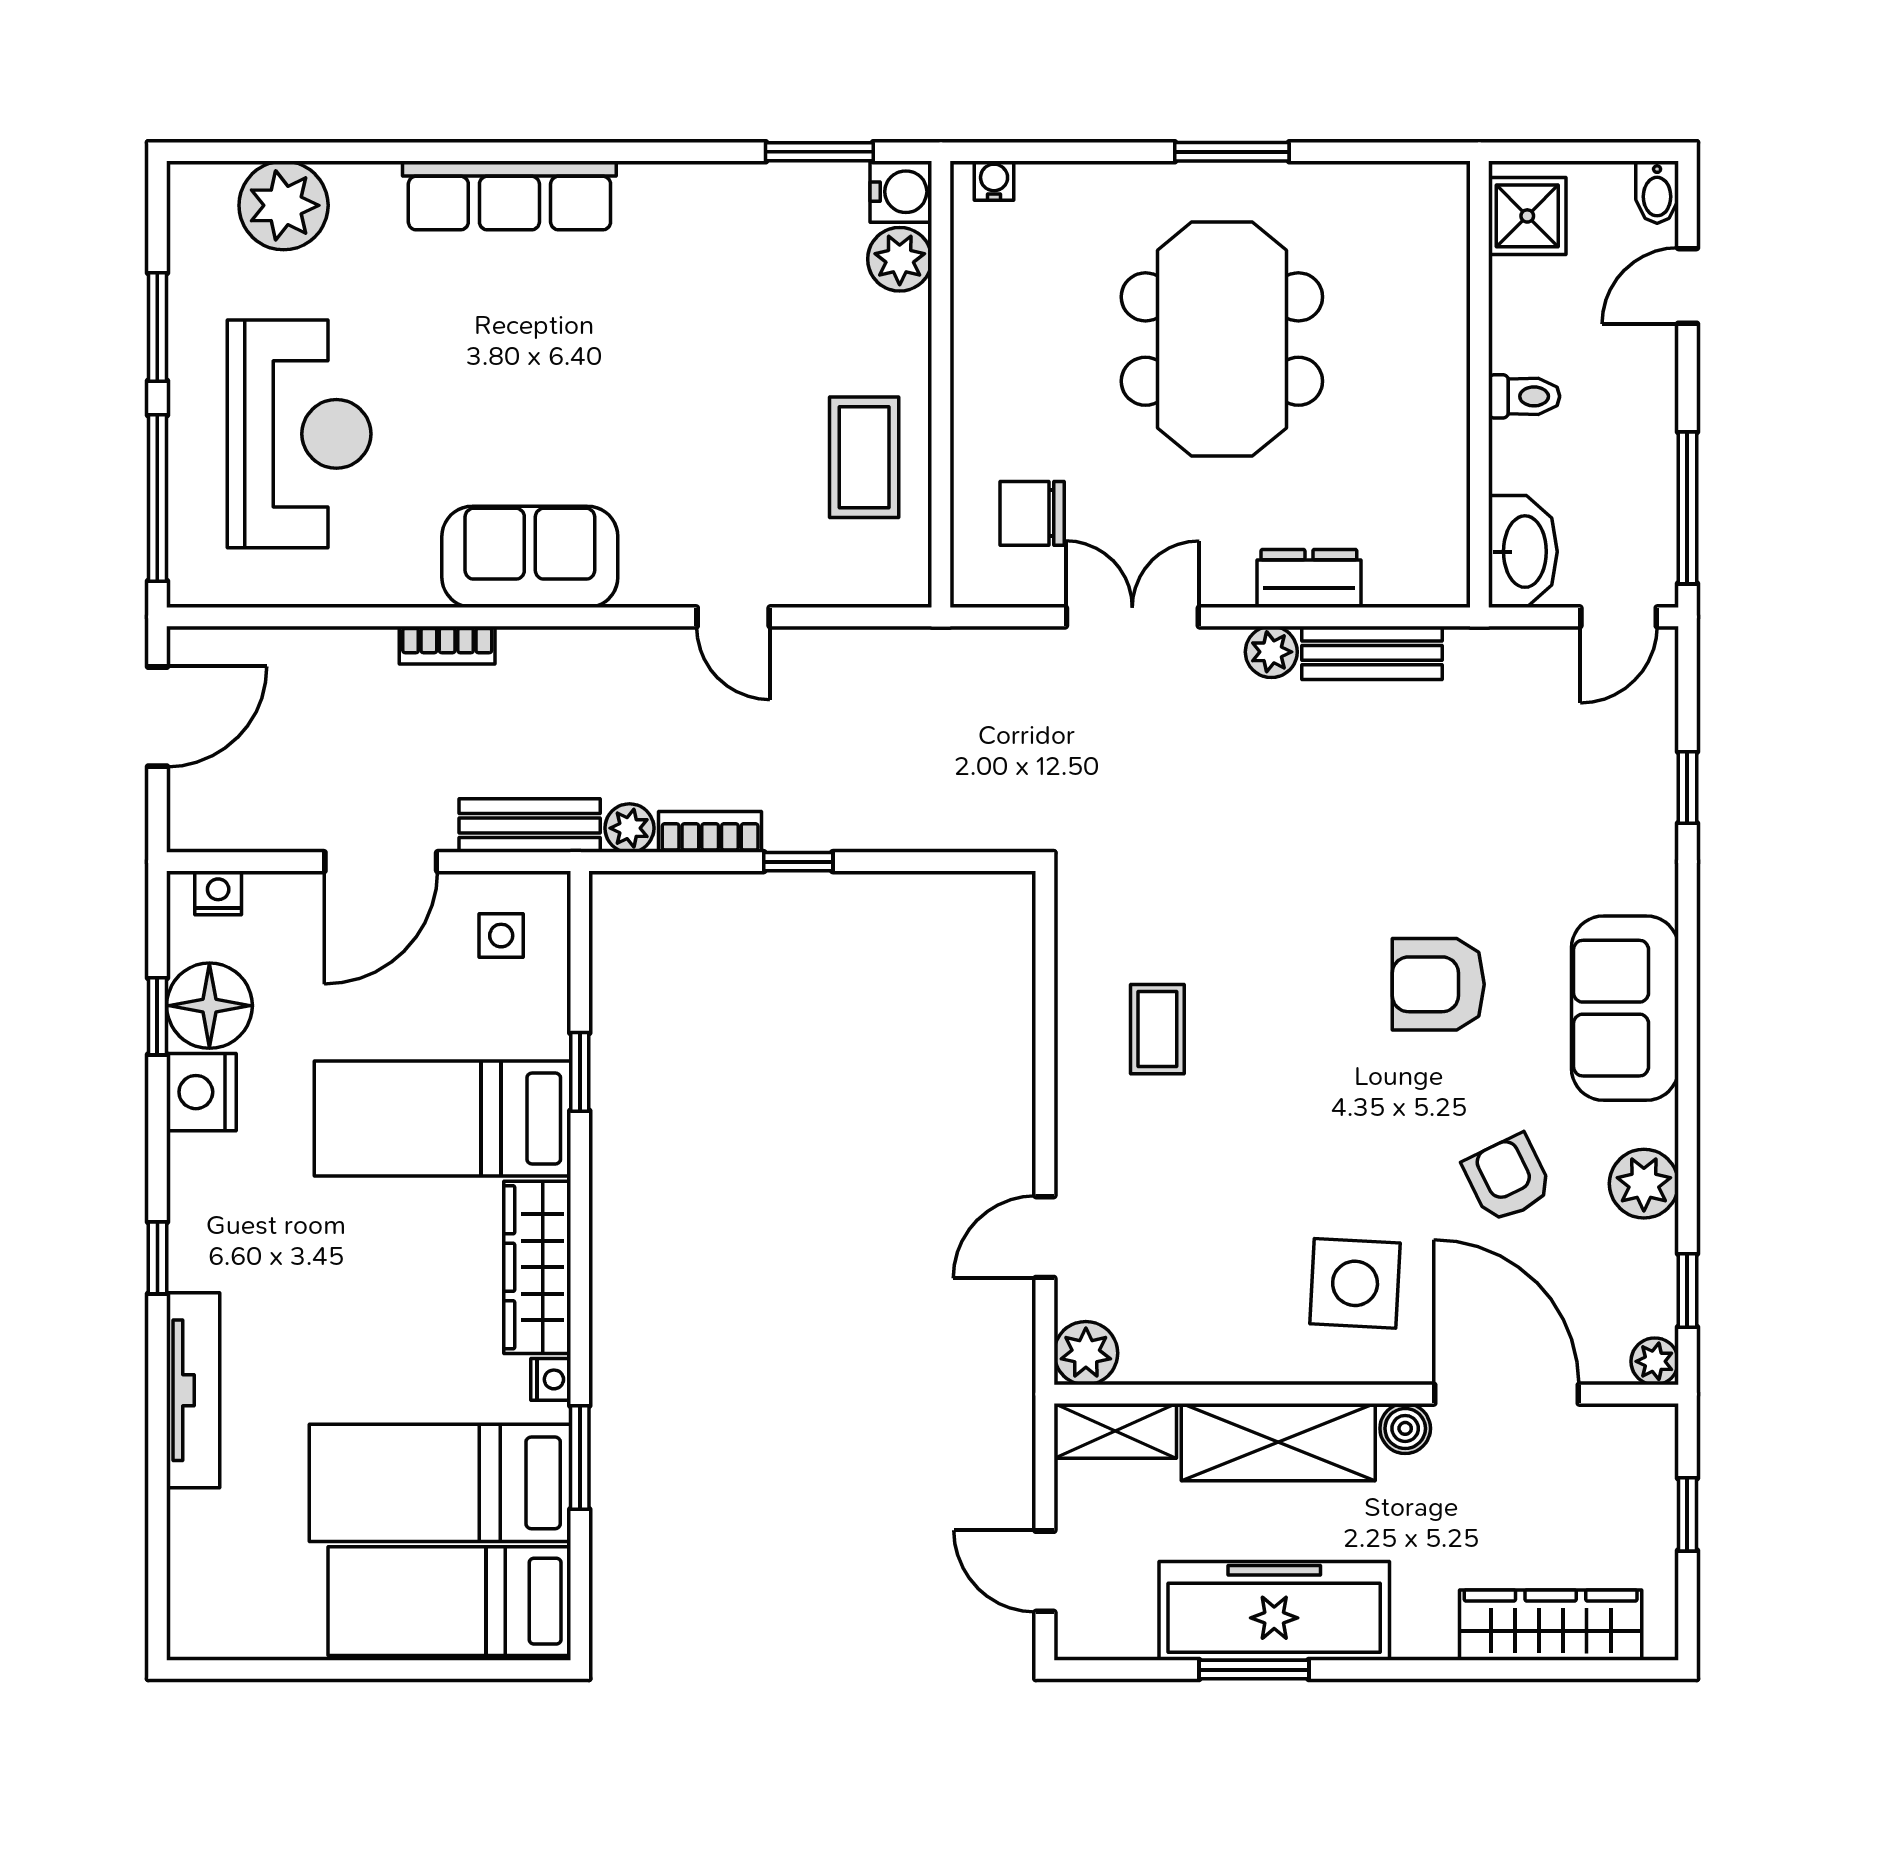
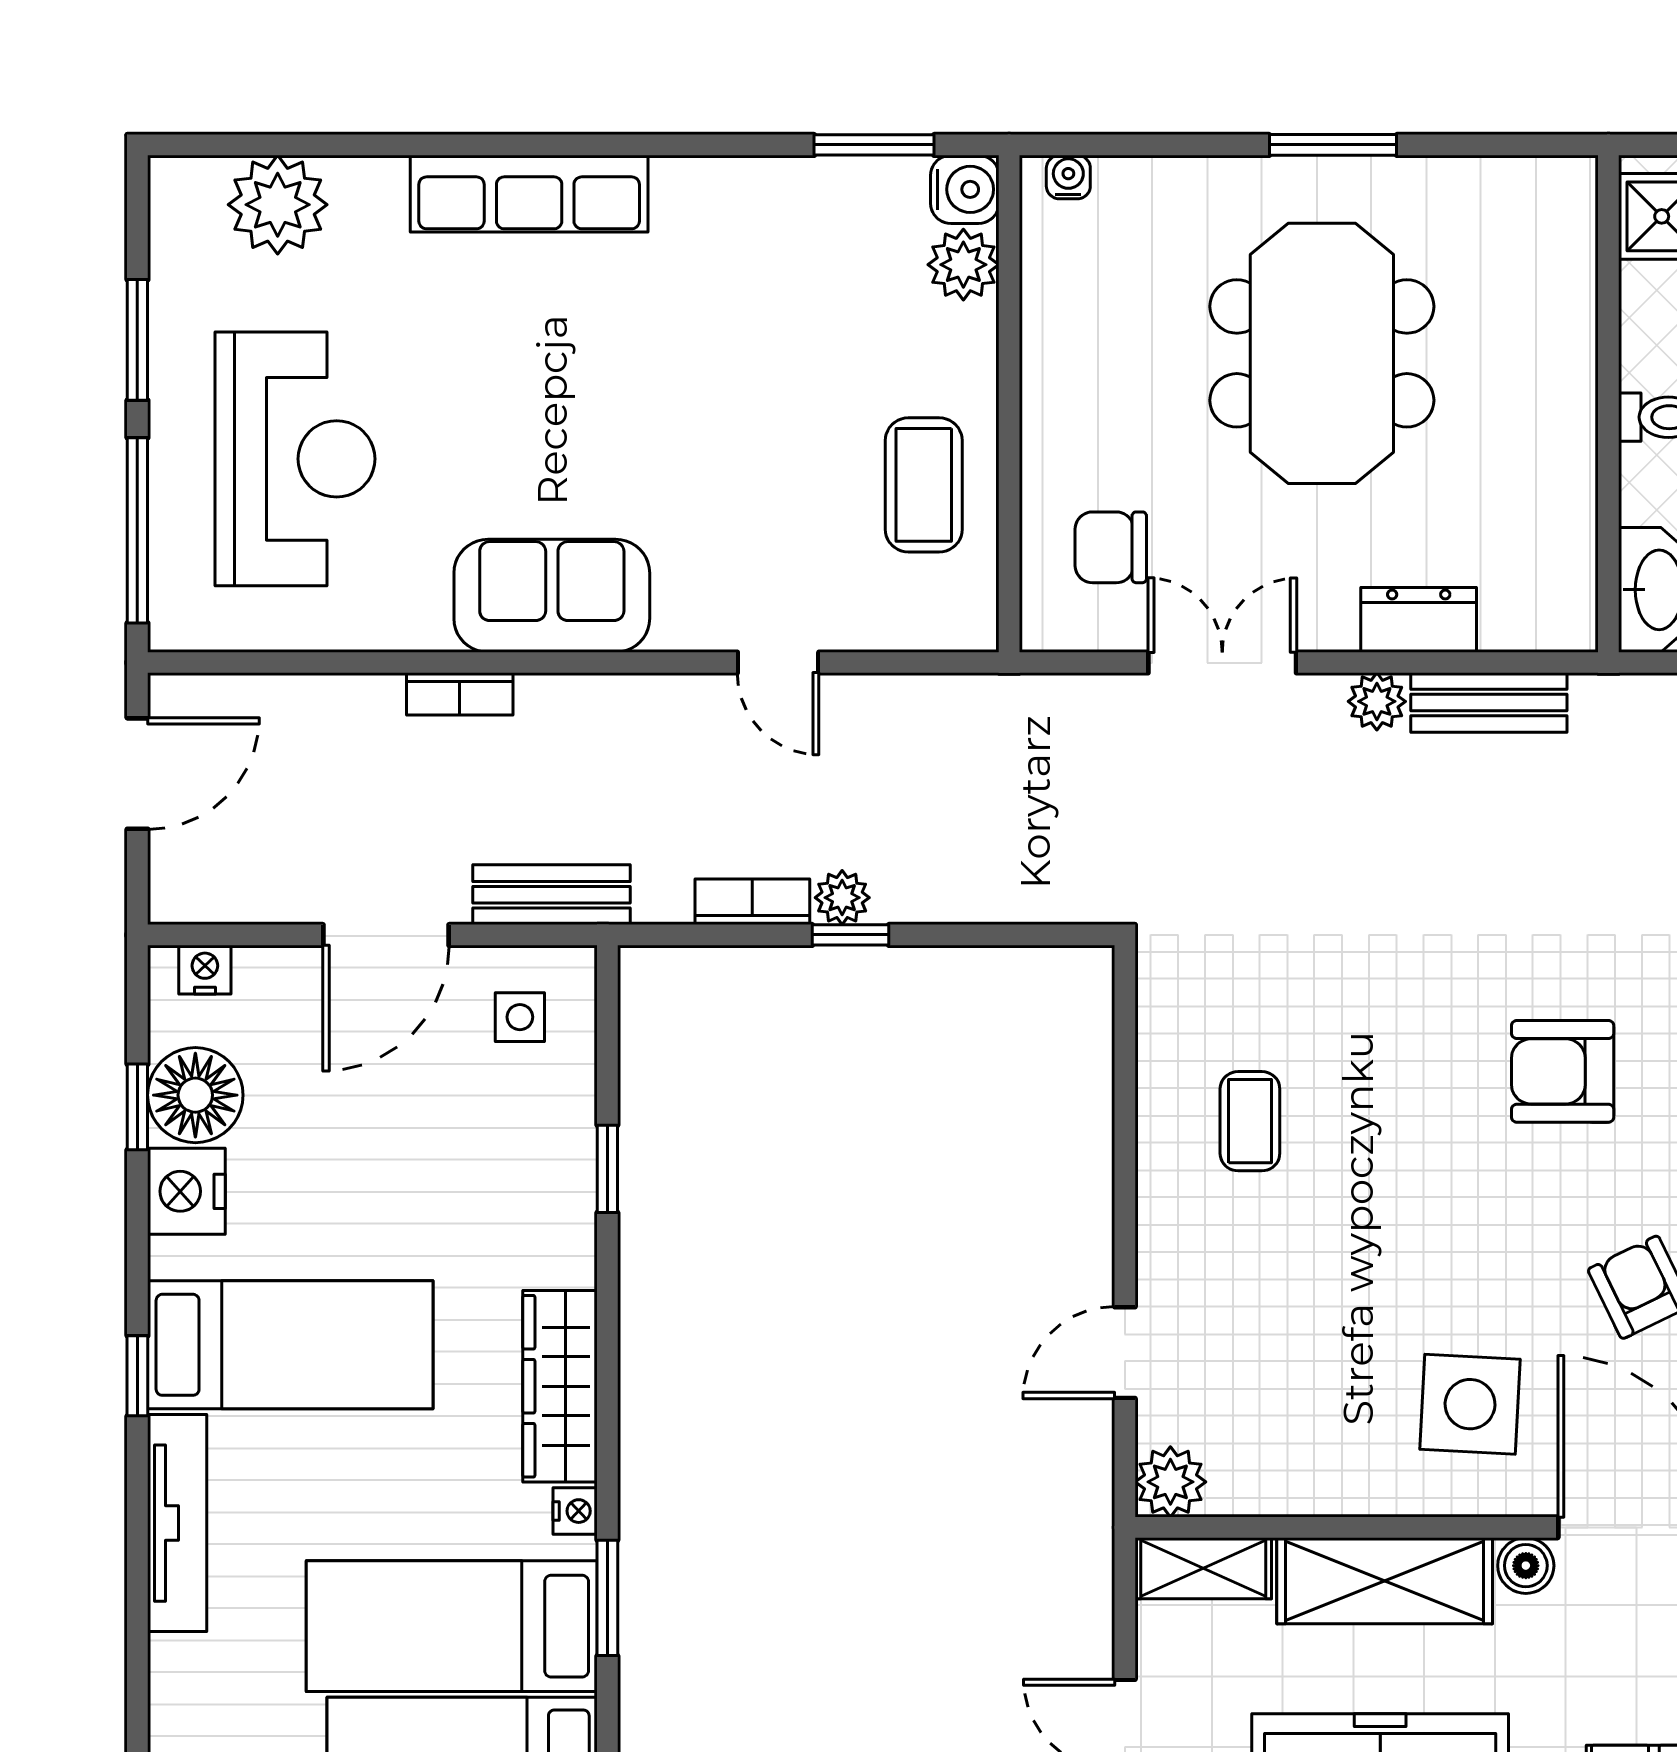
plant: (629, 828) -> (842, 898), moved
bed: (442, 1118) -> (290, 1345), moved, turned 180

